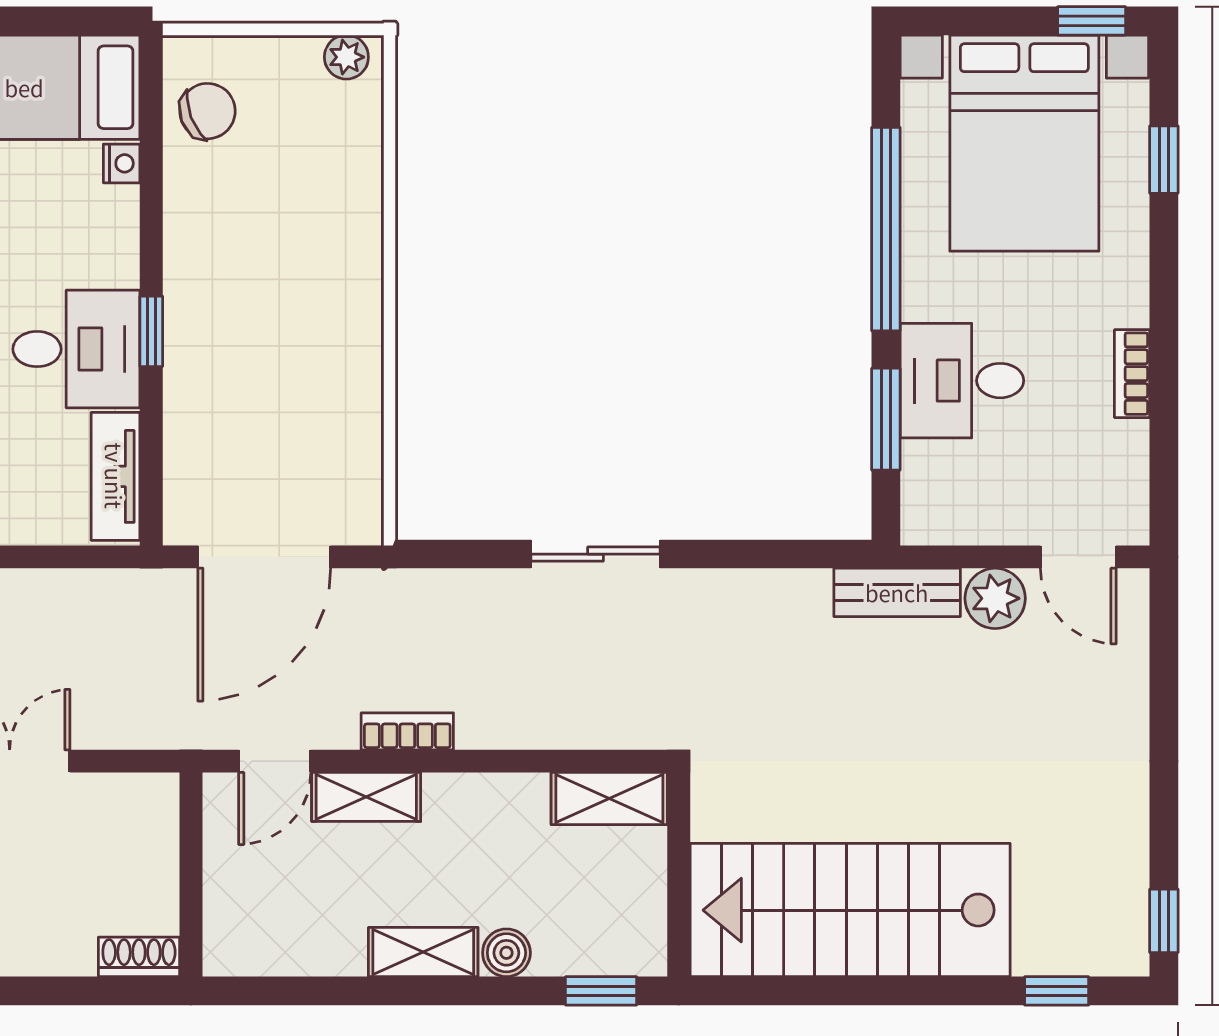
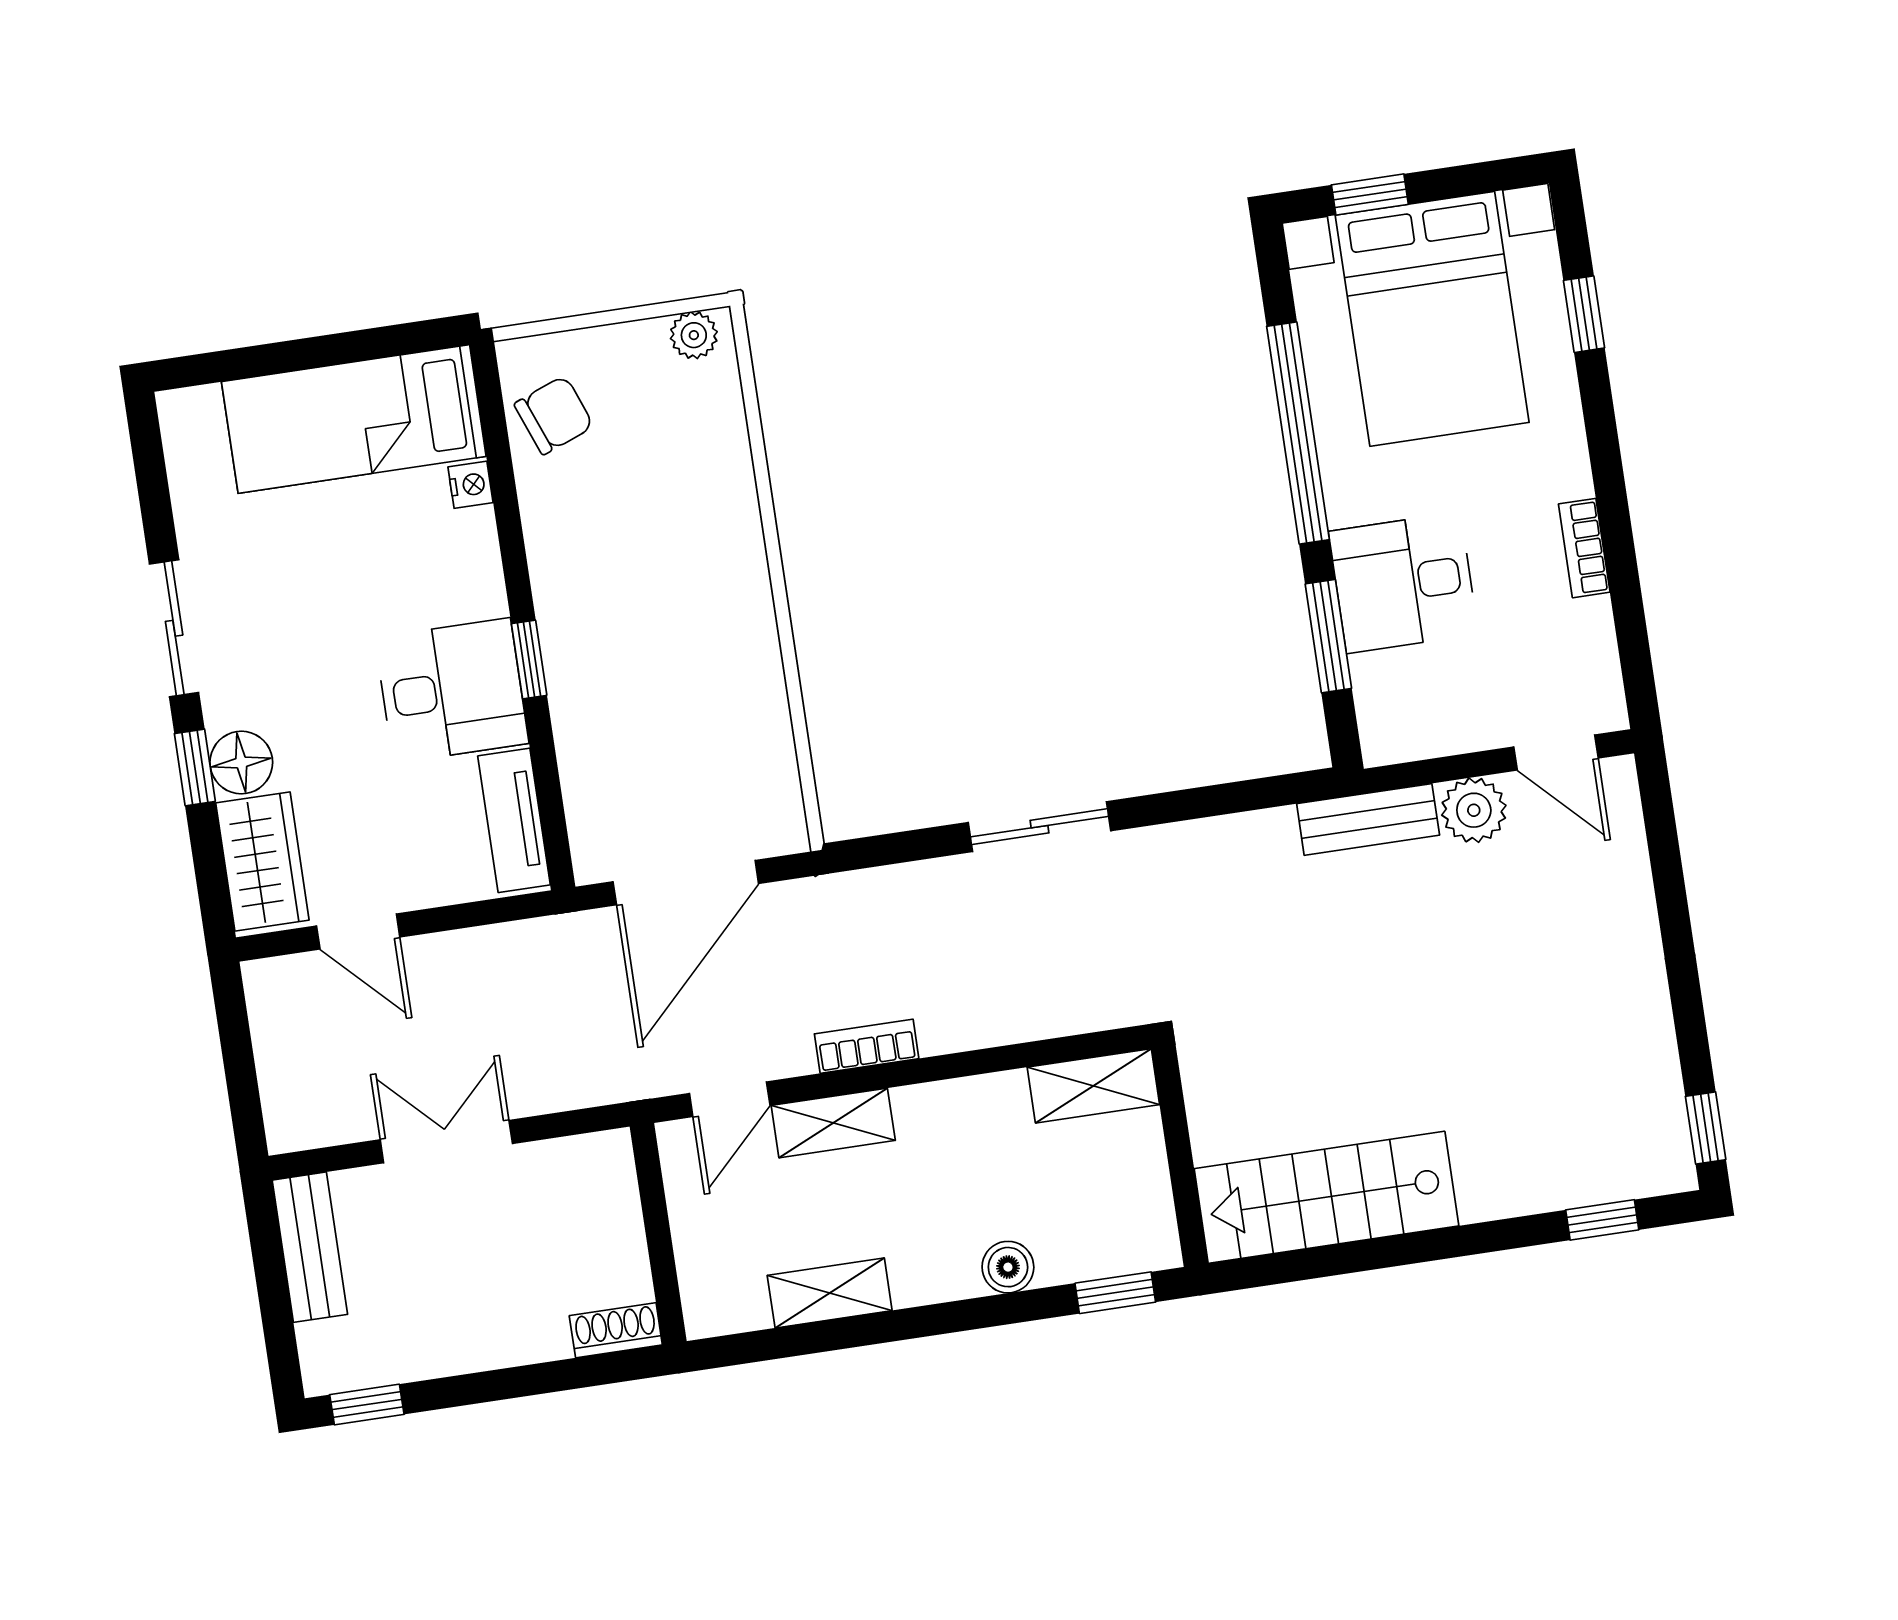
window: (1092, 21) -> (1370, 195), moved
stairs: (850, 910) -> (1327, 1197), width x0.73, depth x0.66
shelving: (423, 952) -> (830, 1293), moved

